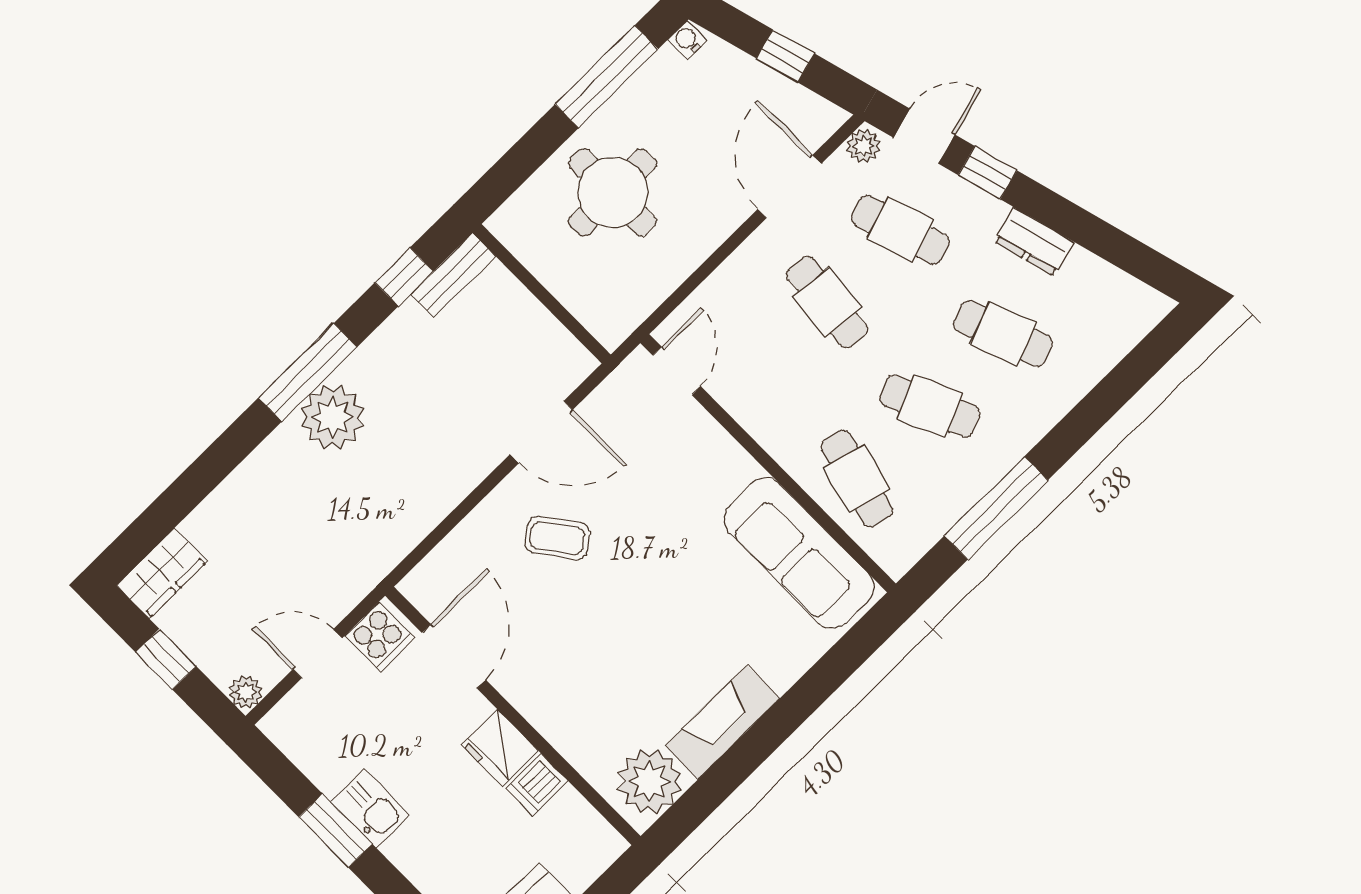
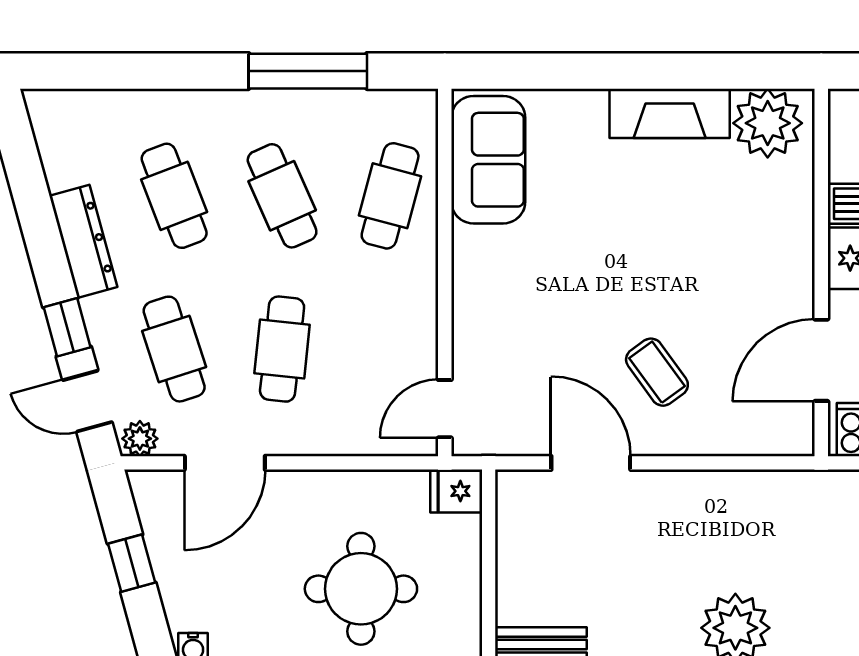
dresser: (1034, 242) -> (83, 241), width x1.44
fridge: (614, 323) -> (456, 491), added
sofa: (799, 553) -> (488, 160), width x0.73

